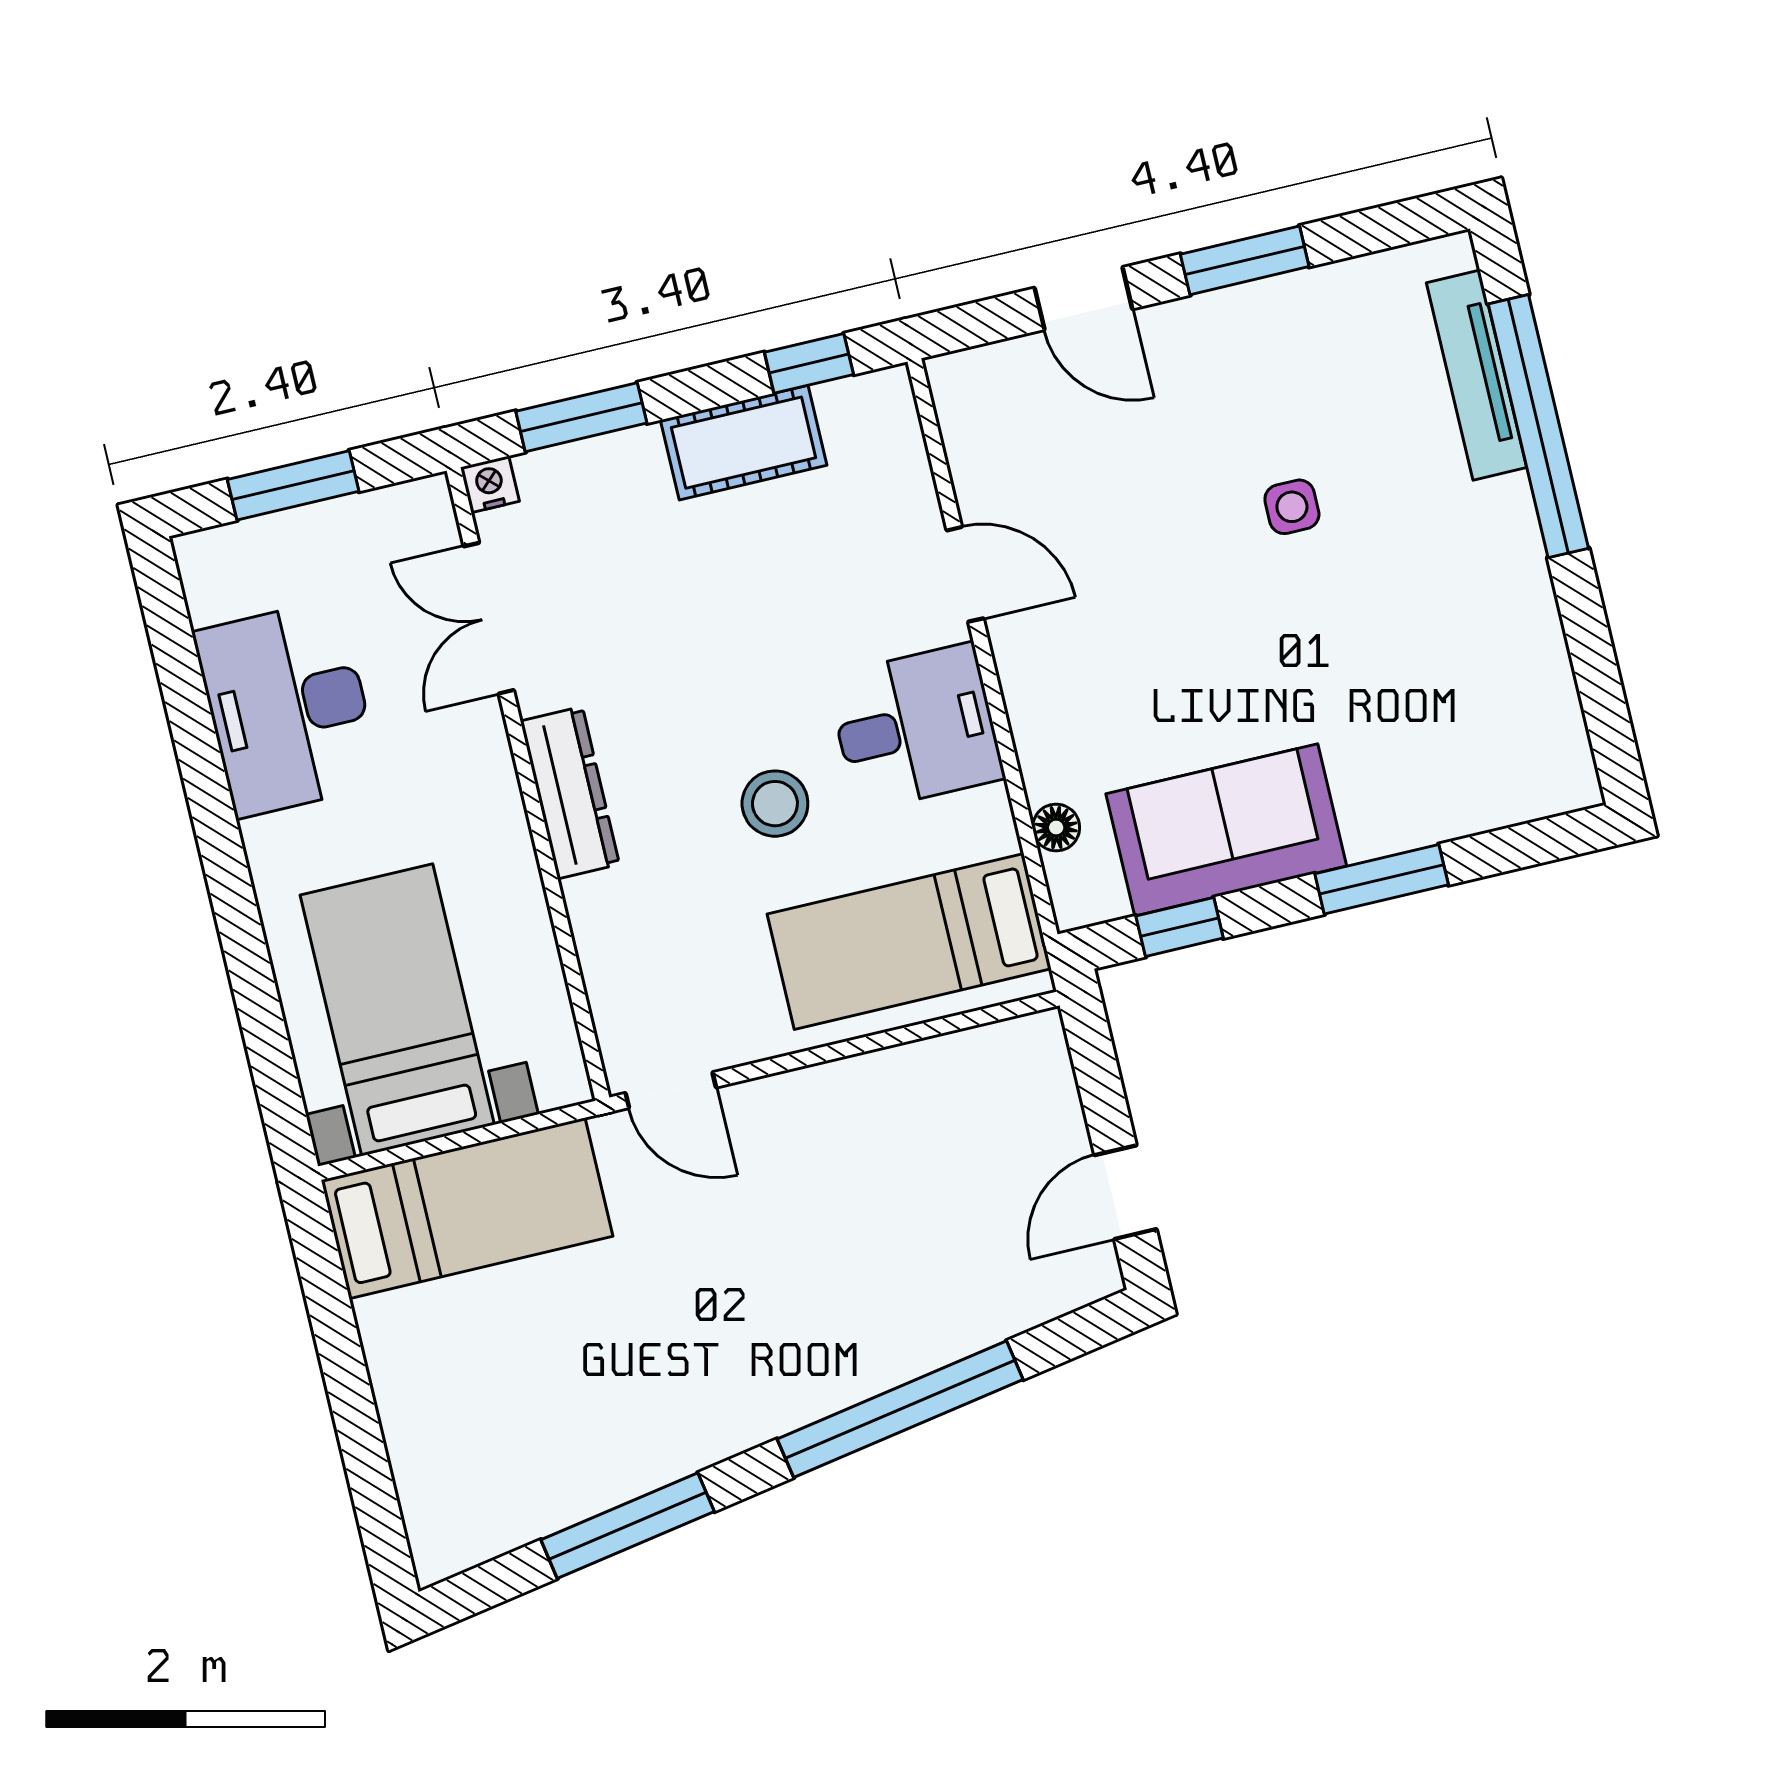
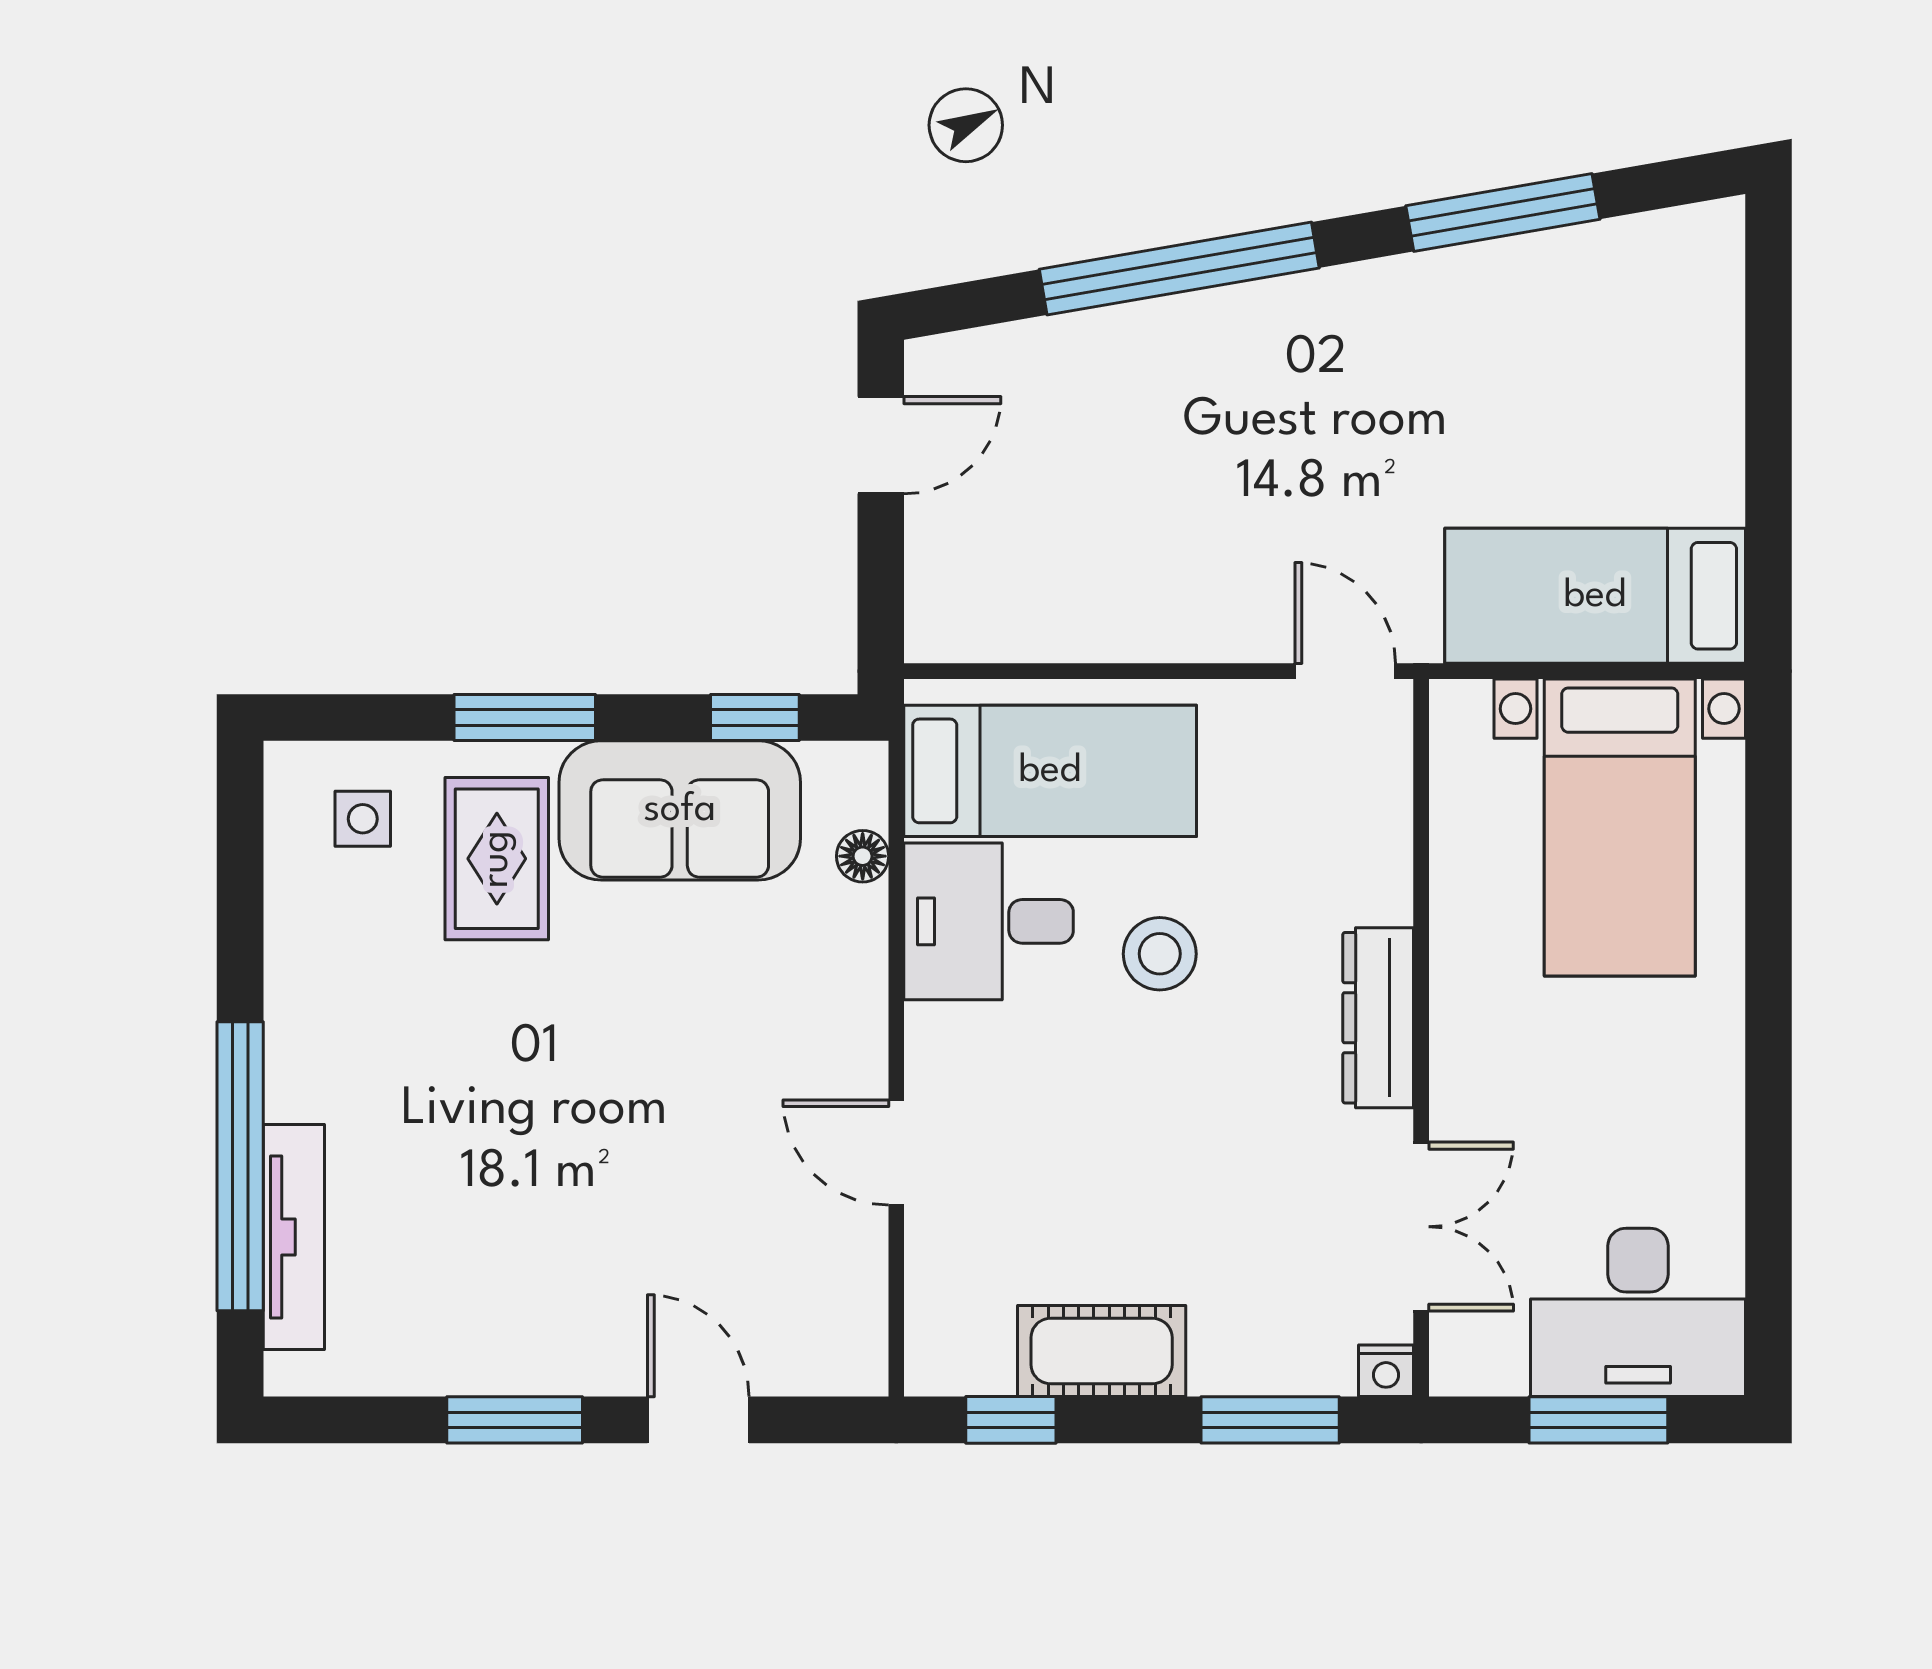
side table: (1292, 507) -> (363, 819), moved
desk: (288, 708) -> (1638, 1312), moved, turned 90
desk: (916, 727) -> (989, 921), moved
rug: (1377, 749) -> (497, 859), added

